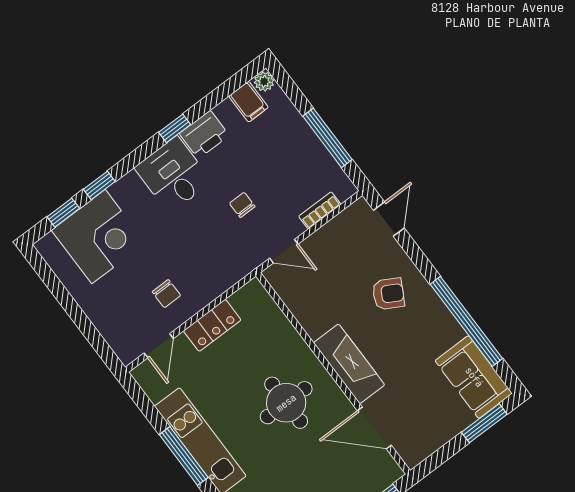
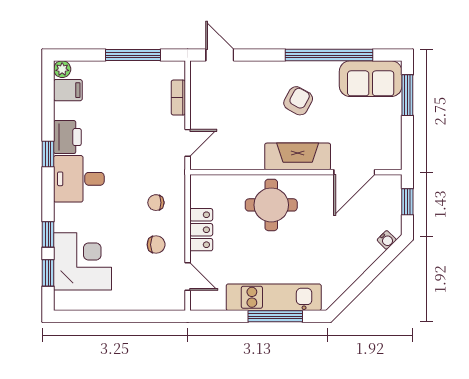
chair: (242, 205) -> (156, 203), moved
armchair: (388, 294) -> (298, 101), moved
round table: (286, 403) -> (271, 205), moved

